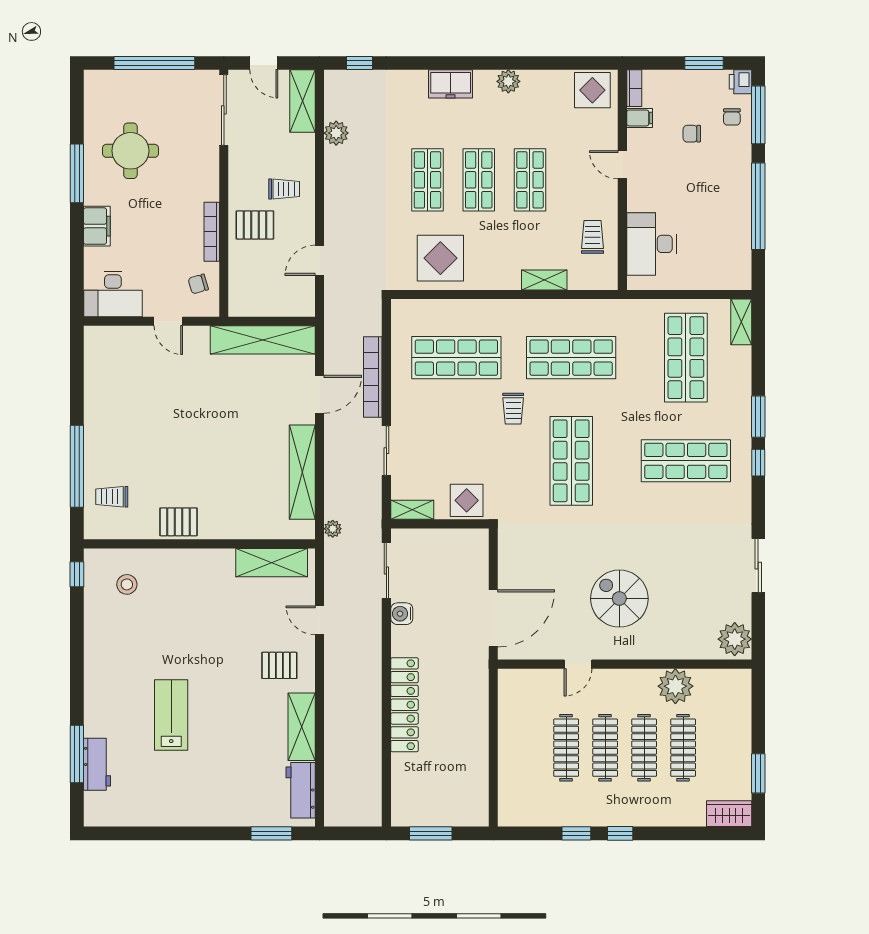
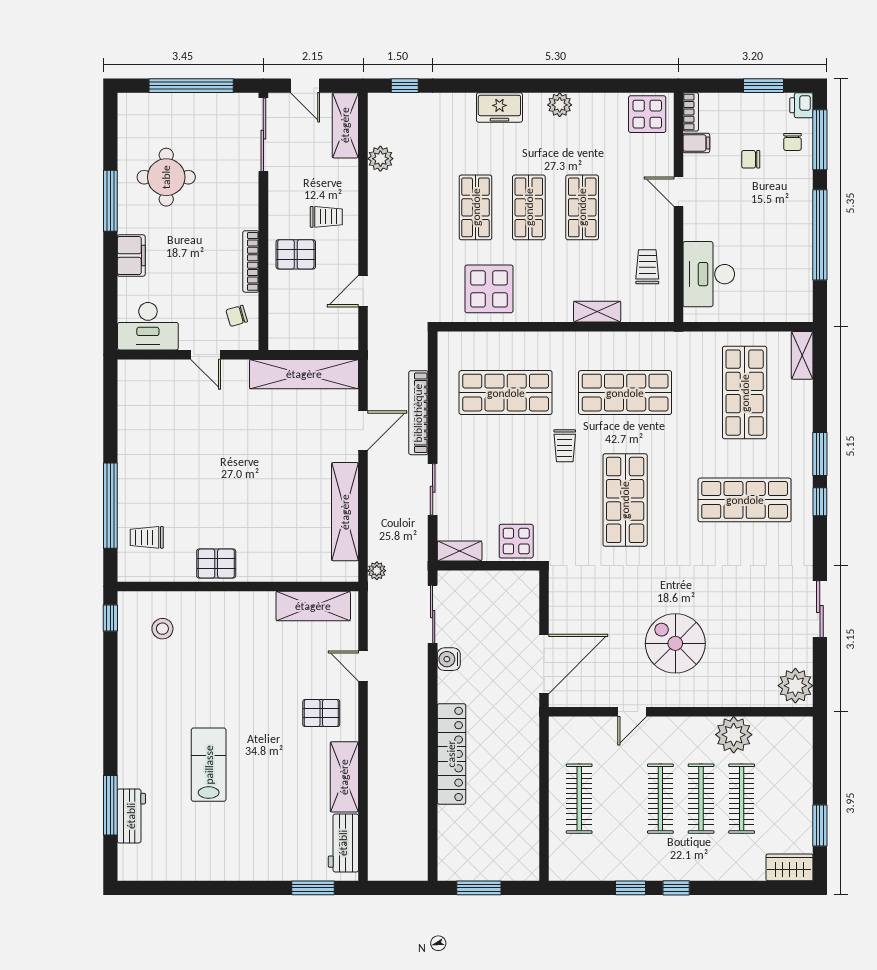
clothes rail: (566, 748) -> (579, 799), moved

